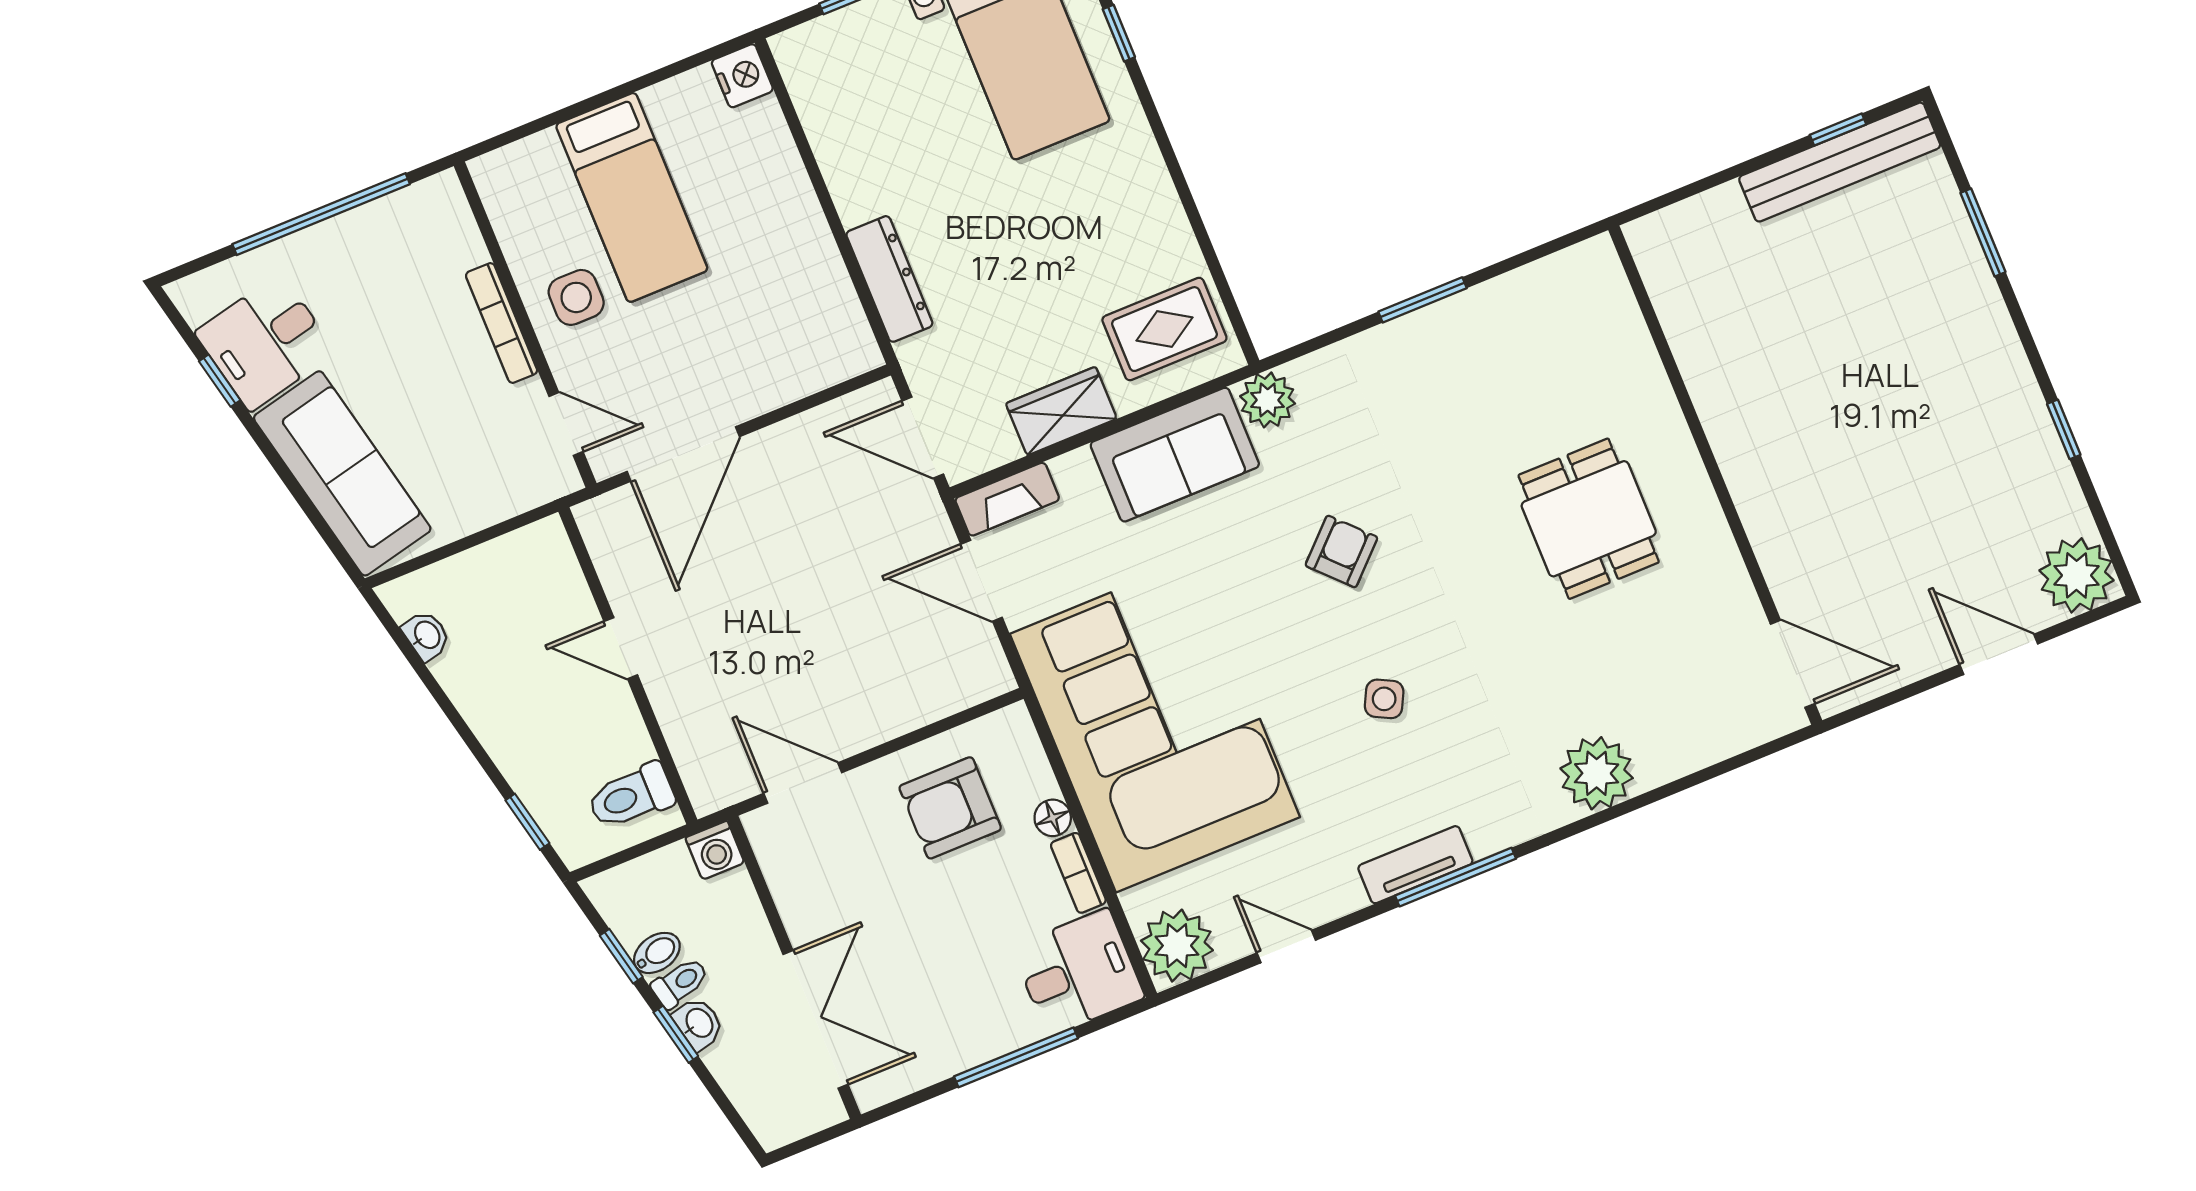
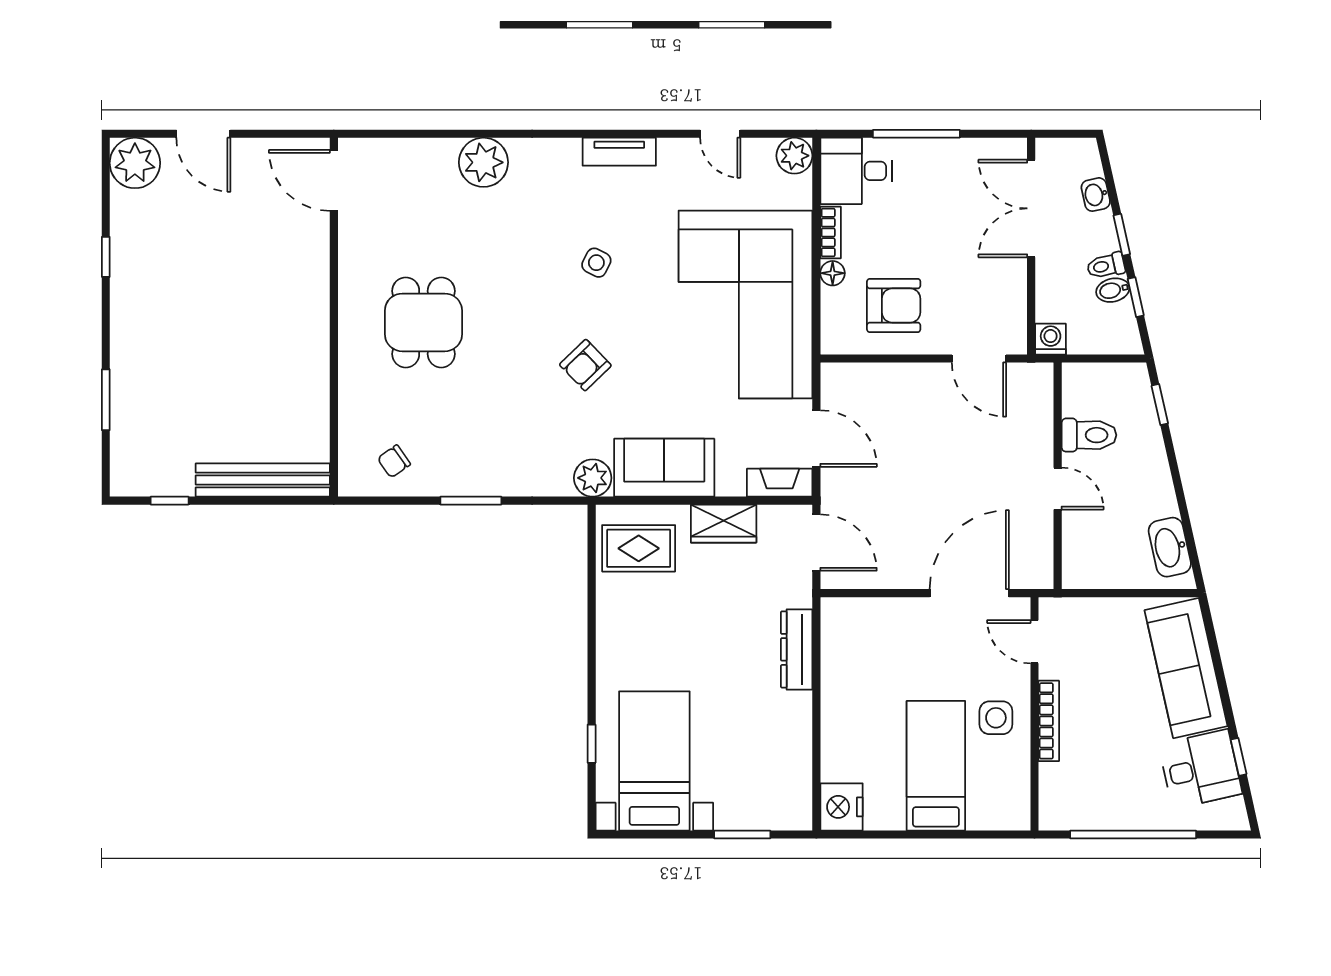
nightstand: (742, 76) -> (842, 807), width x1.36, depth x1.33
bench: (1840, 162) -> (263, 480), moved
chair: (1551, 311) -> (394, 461), added
washbasin: (426, 635) -> (1170, 547), width x1.91, depth x1.45
toilet: (631, 796) -> (1089, 435), moved
window: (1456, 877) -> (597, 134), removed
plant: (1177, 946) -> (794, 156), width x0.73, depth x0.73
washbasin: (699, 1023) -> (1096, 195), moved

